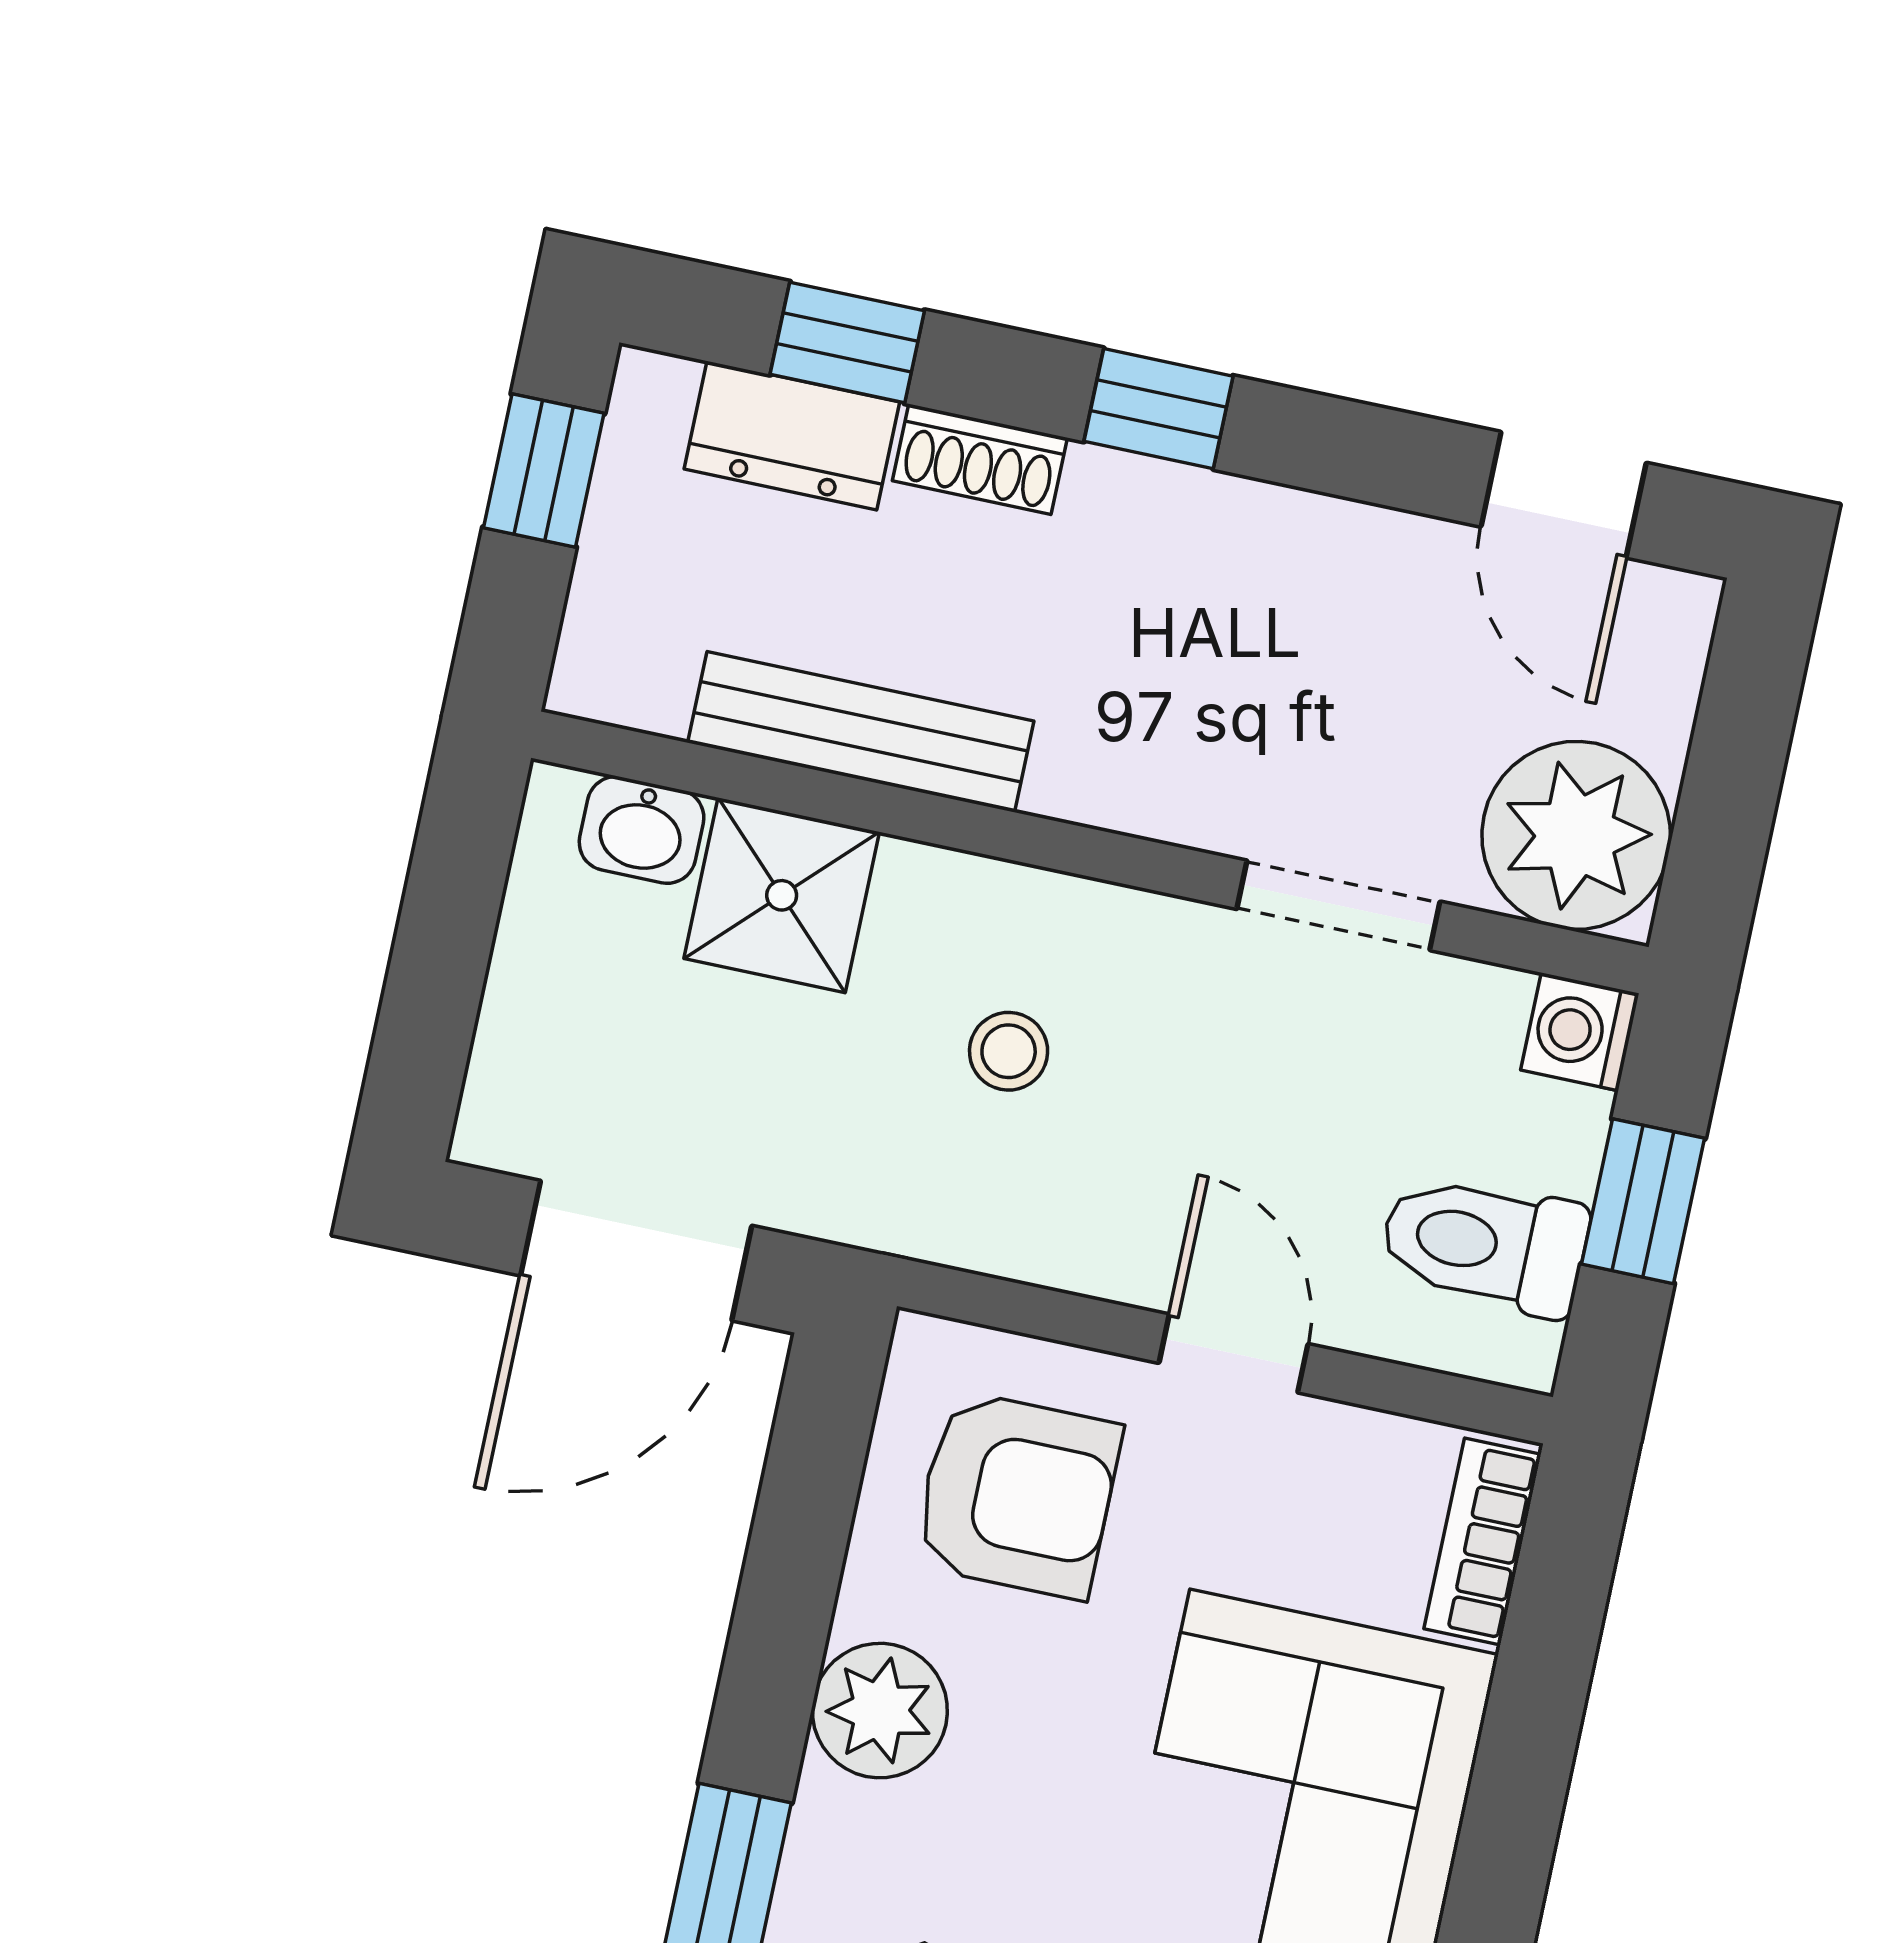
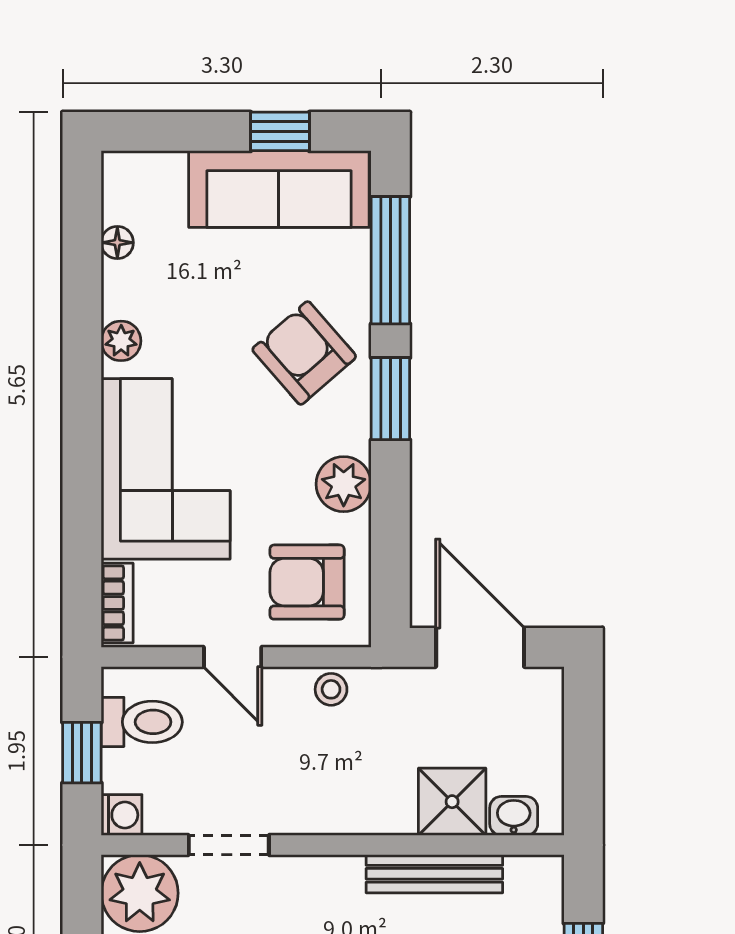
stool: (1009, 1051) -> (331, 689), moved
door: (636, 1251) -> (480, 647), hinge flipped

